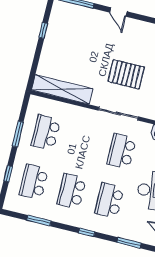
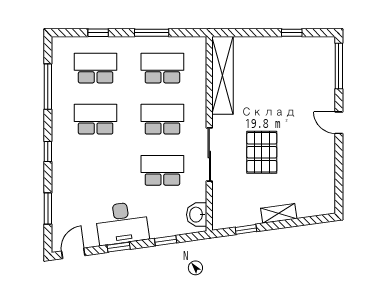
door: (118, 12) -> (339, 123), hinge flipped
school desk: (109, 200) -> (162, 119), moved
window: (39, 221) -> (48, 87), width x1.44

